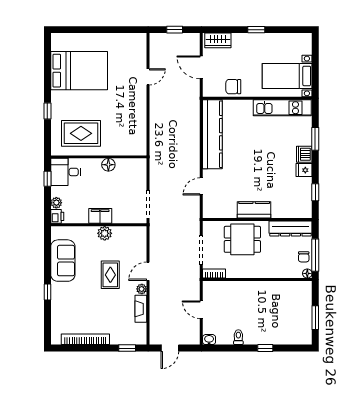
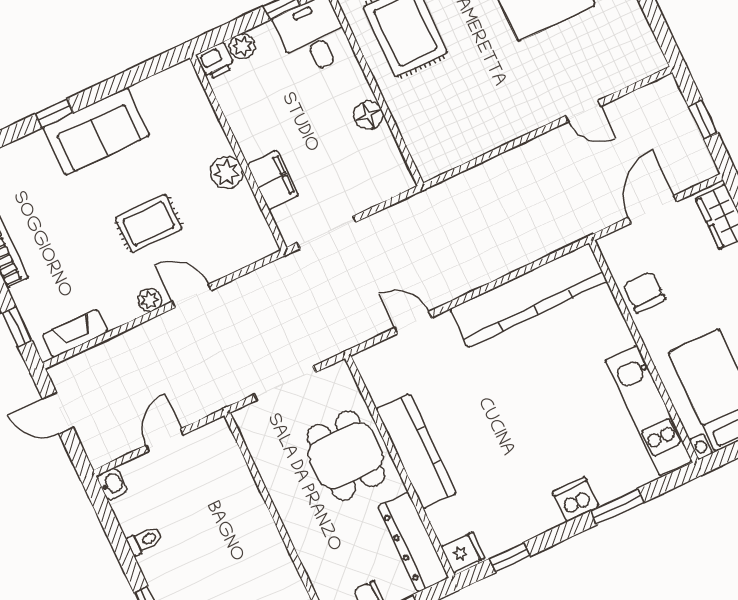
fridge: (304, 170) -> (463, 553), moved, turned 90
kitchen counter: (254, 210) -> (416, 451), width x1.50
filing cabinet: (100, 216) -> (273, 180), moved
sofa: (63, 261) -> (96, 131), moved
bookcase: (214, 274) -> (250, 431), removed
fireplace: (141, 309) -> (75, 334), moved

